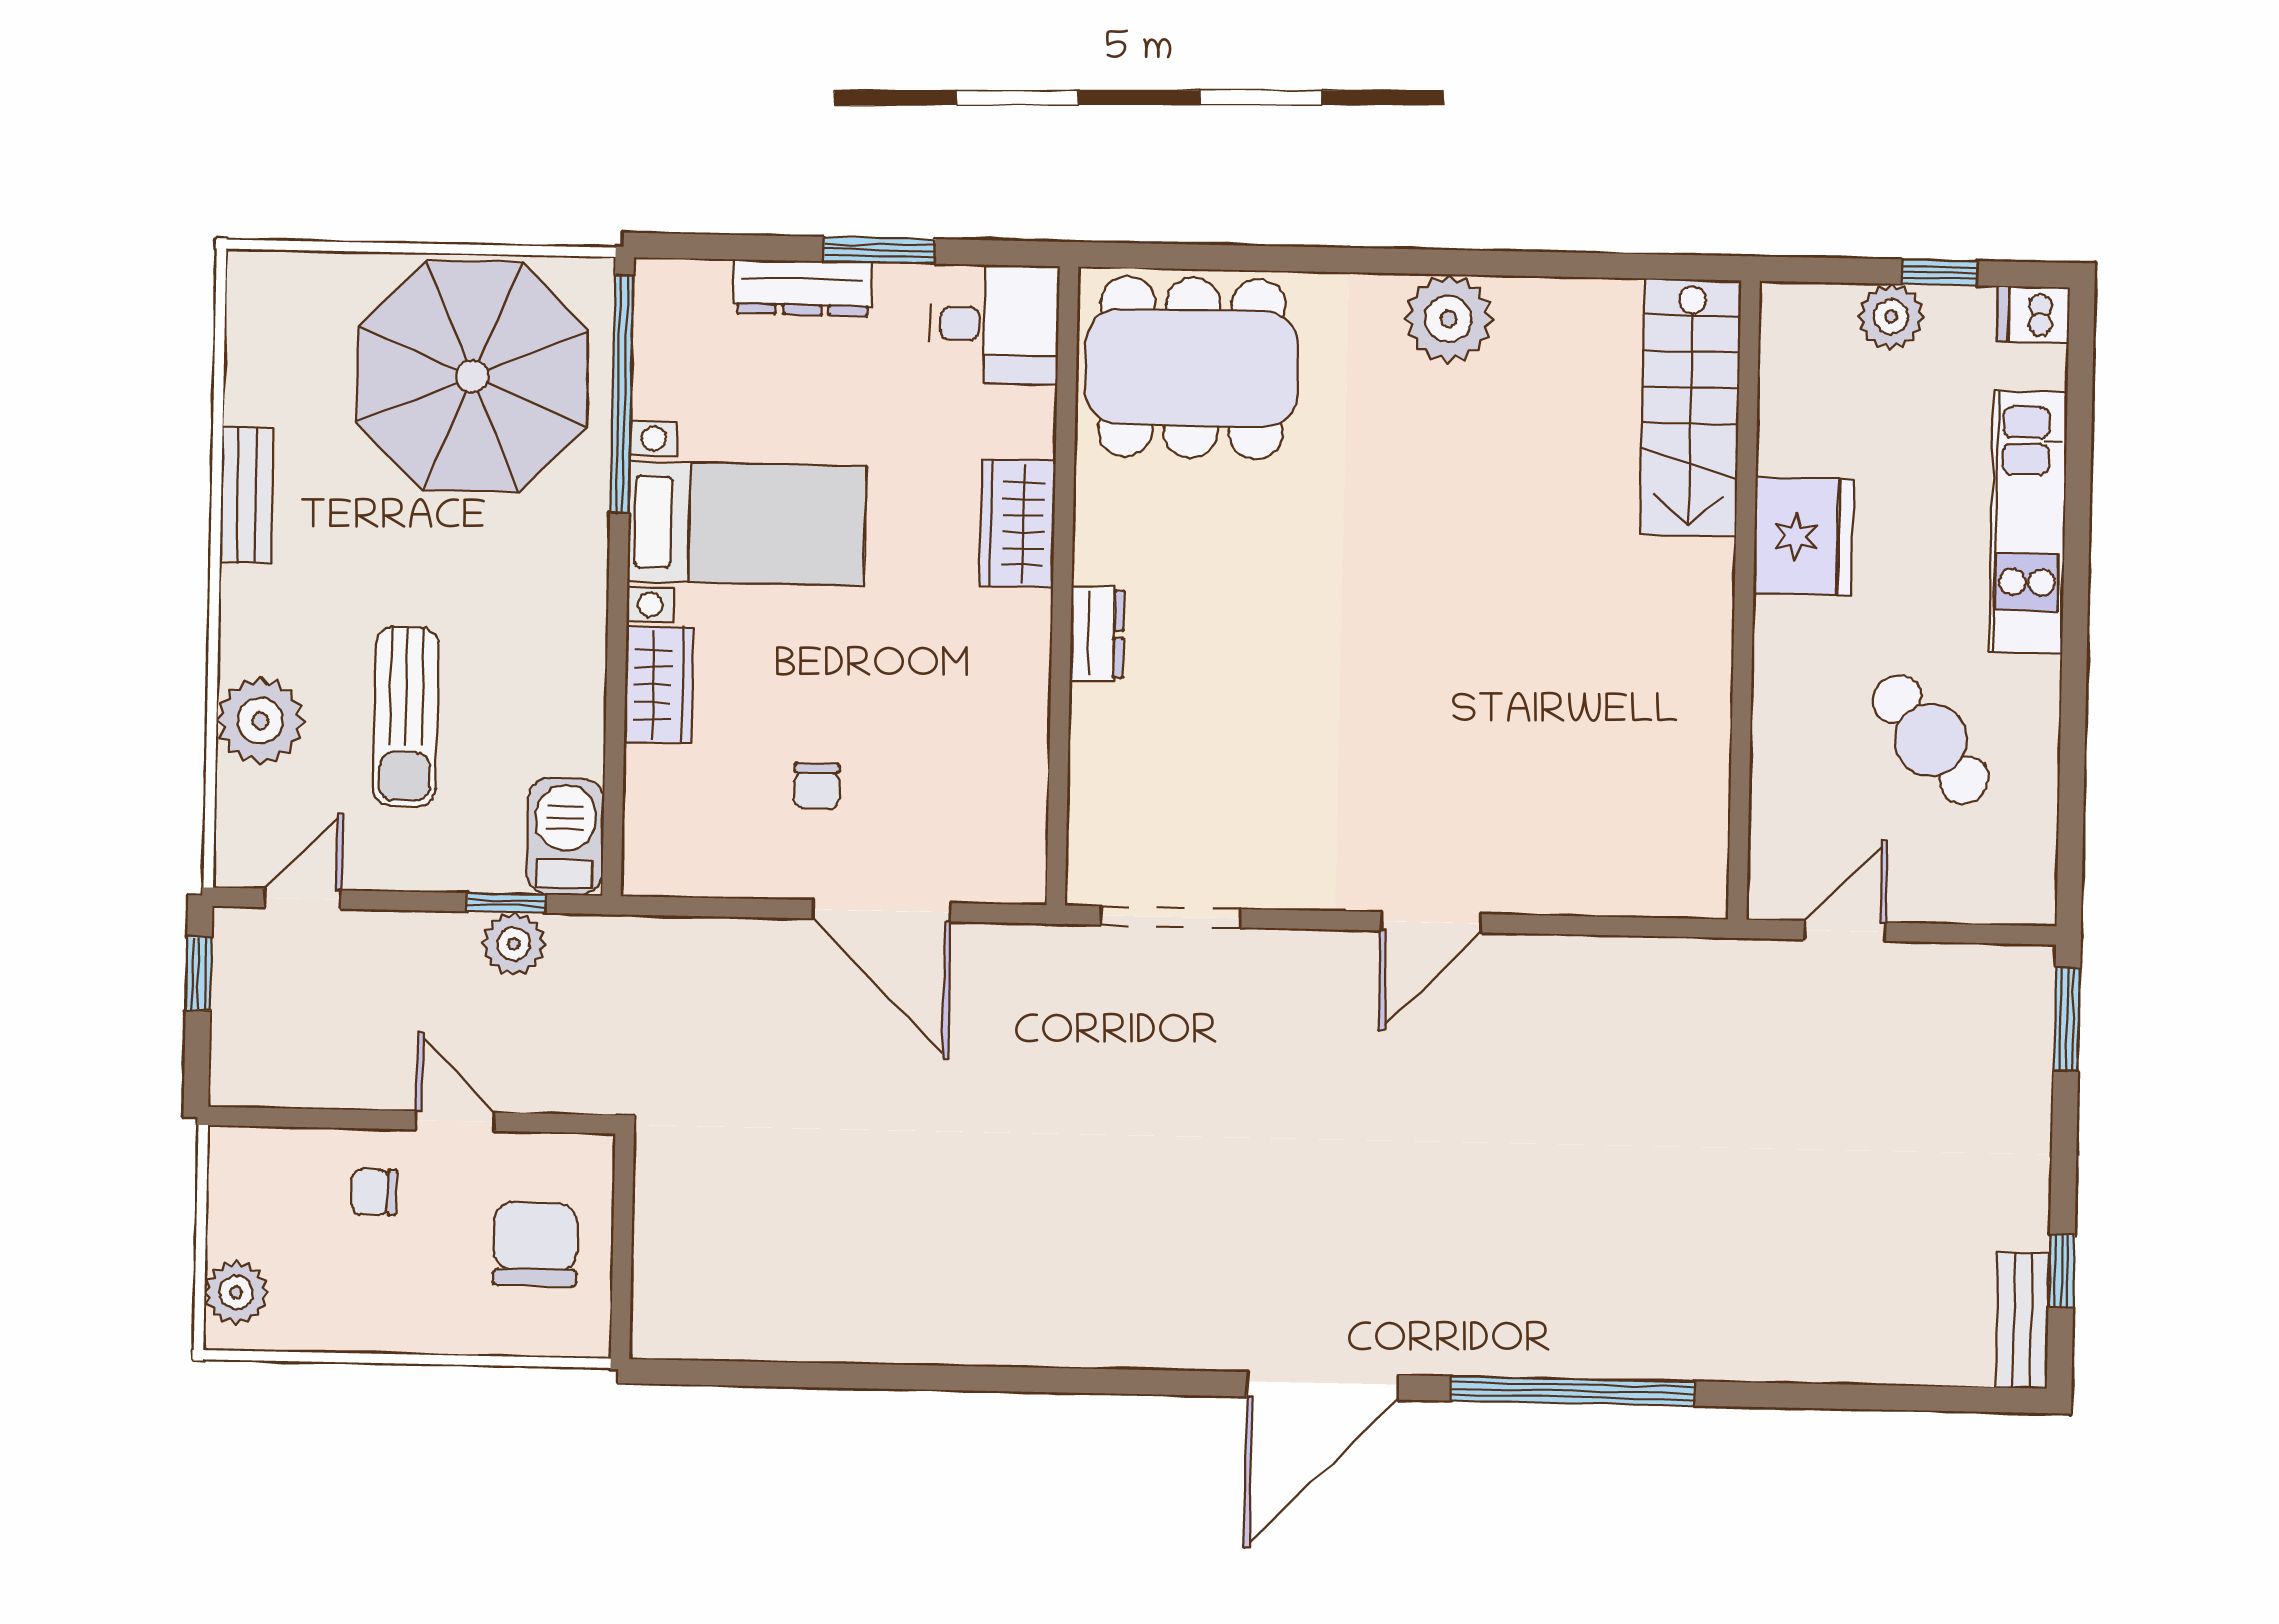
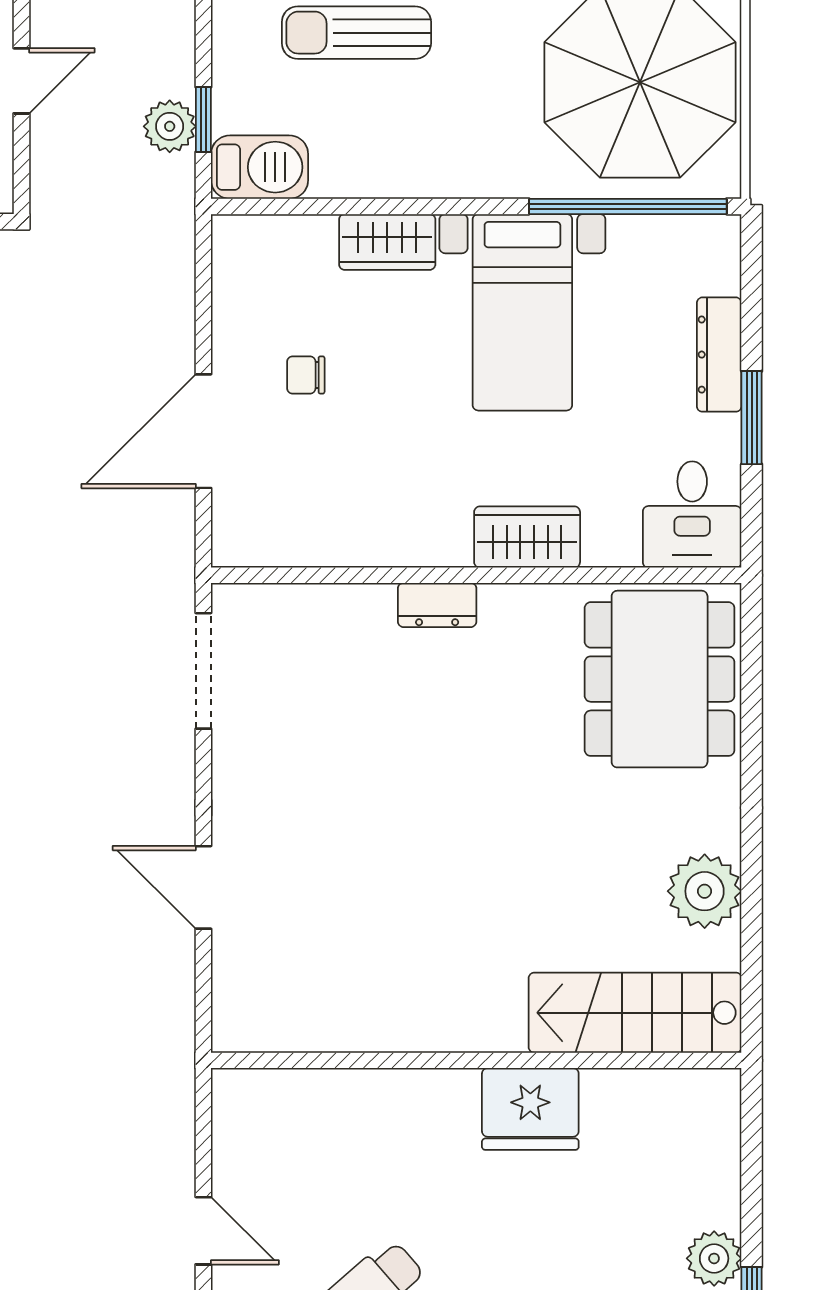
stairs: (1690, 408) -> (635, 1013), moved
fridge: (1804, 536) -> (530, 1109), moved
wall: (1744, 600) -> (476, 1060), moved

